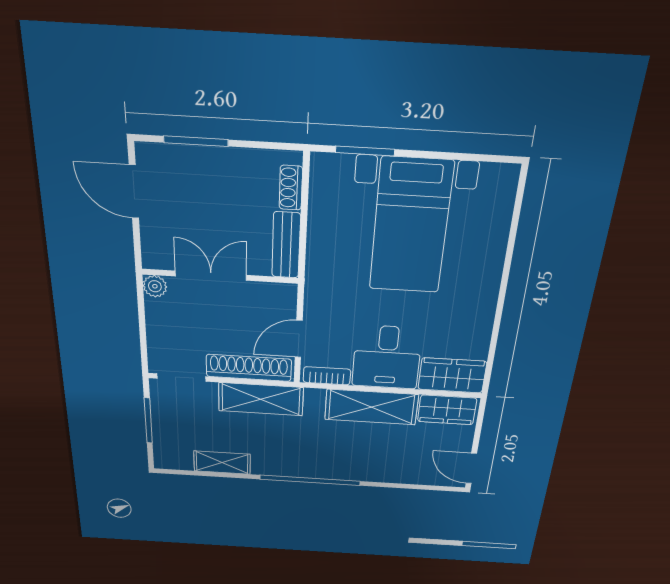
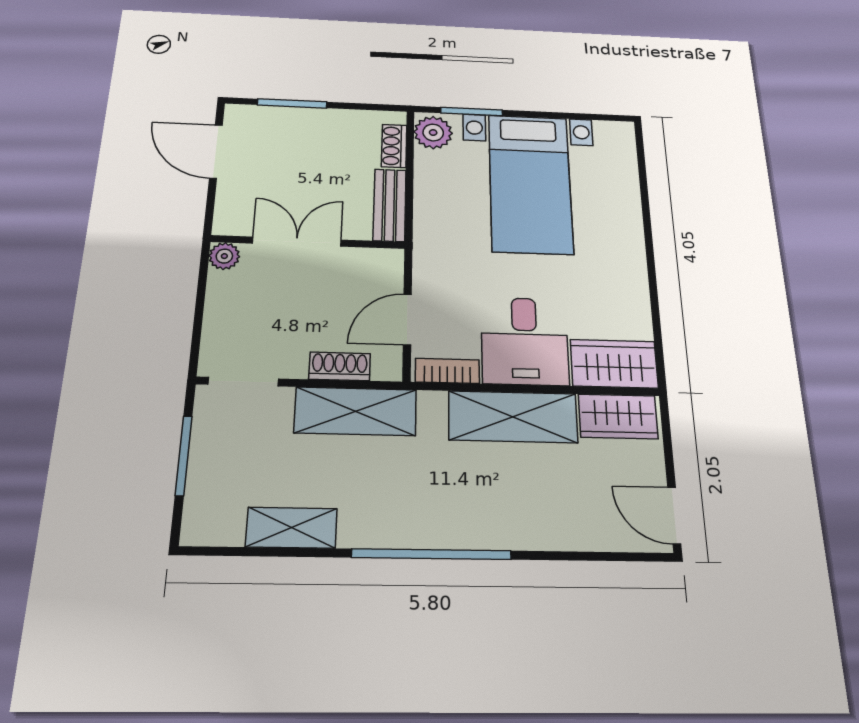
plant: (327, 174) -> (433, 133), added
shoe rack: (249, 368) -> (340, 366), width x0.51, depth x0.81

